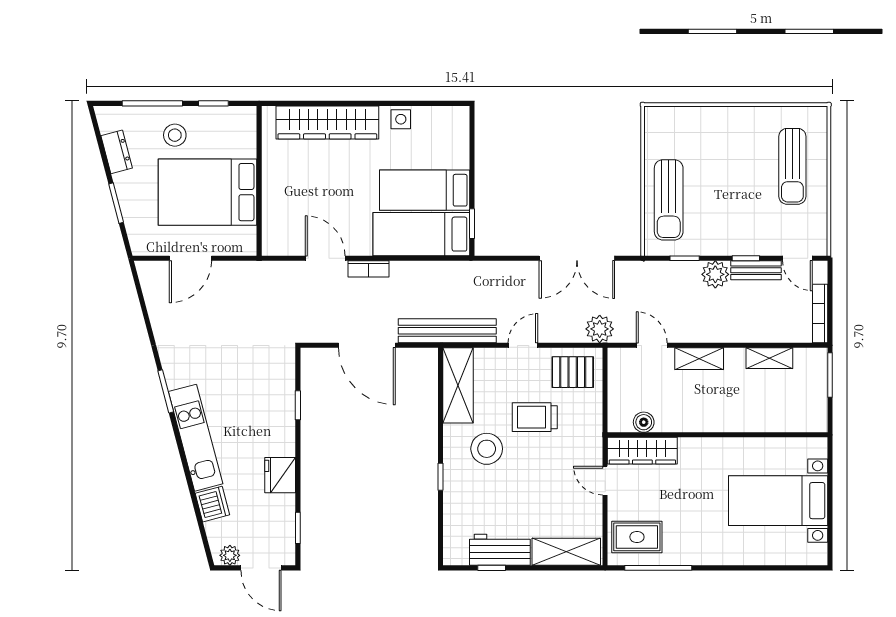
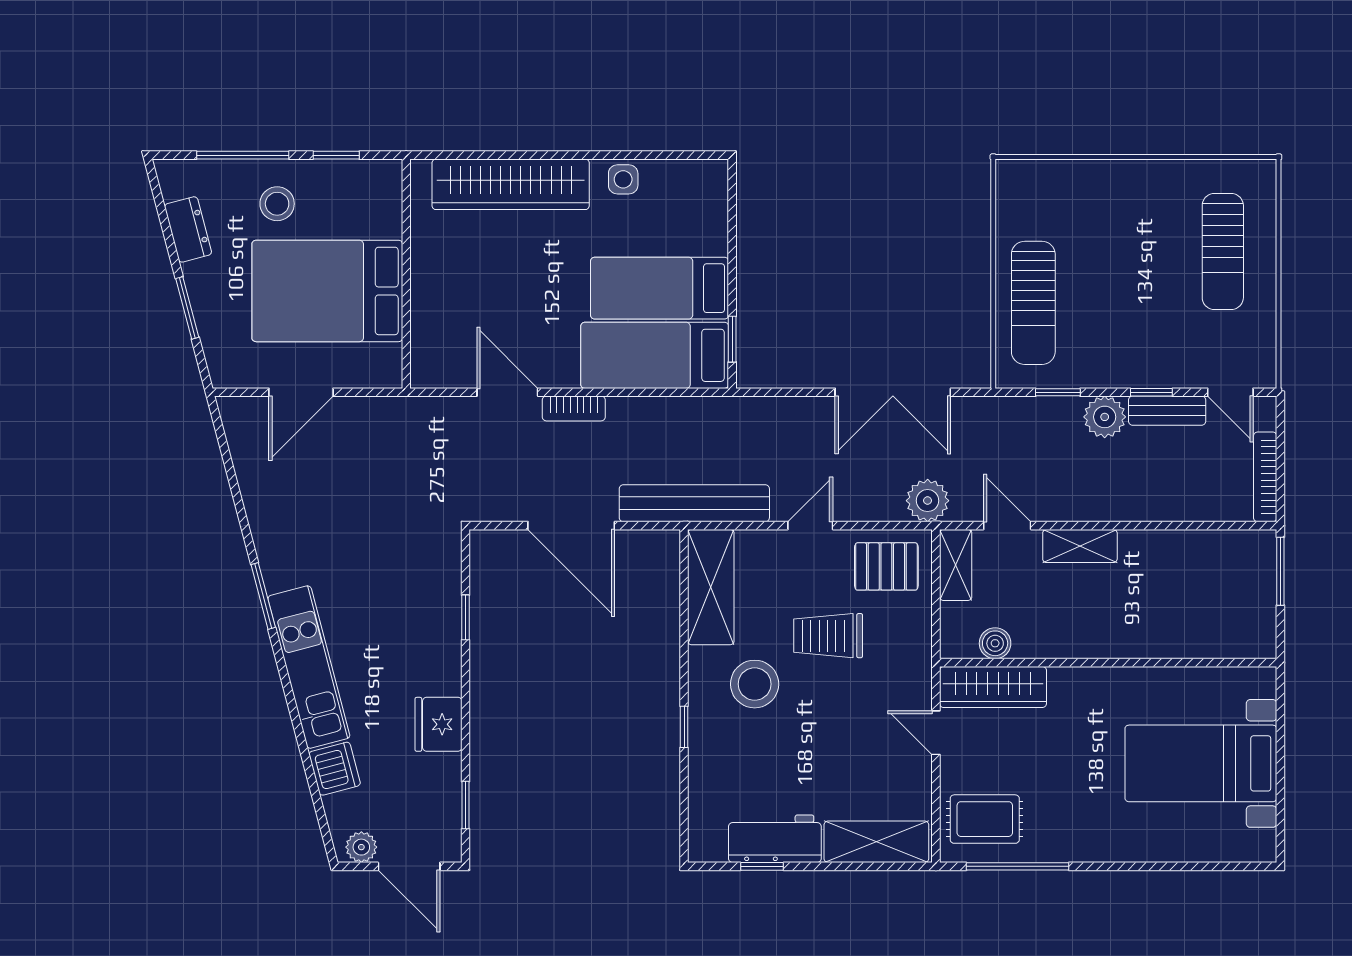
shelving: (769, 358) -> (956, 565), moved, turned 90

